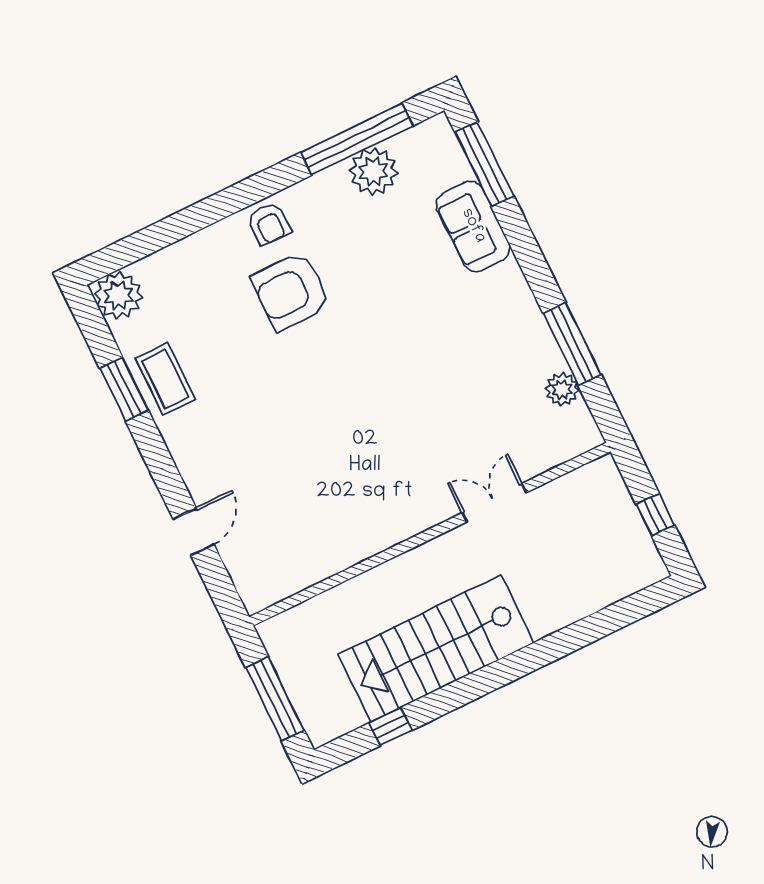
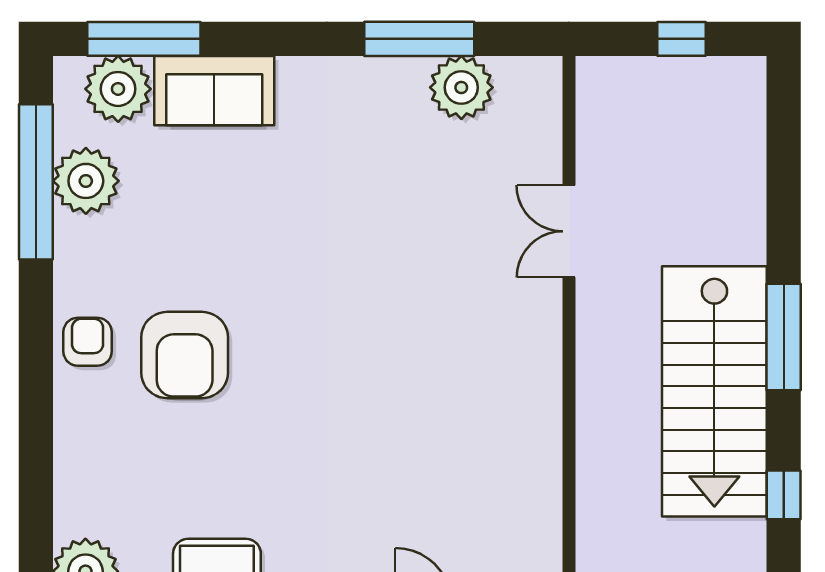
plant: (444, 163) -> (118, 89), added
armchair: (269, 224) -> (88, 342), turned -90
plant: (562, 389) -> (461, 87), width x1.36, depth x1.36
window: (494, 676) -> (784, 337), added

